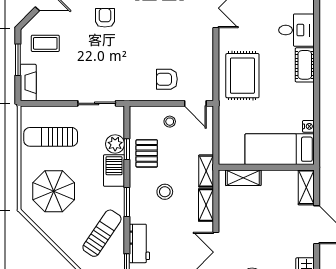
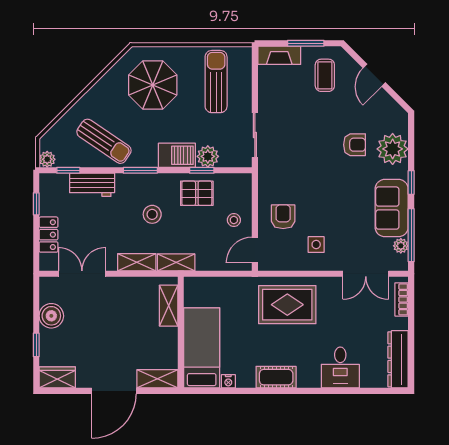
side table: (191, 51) -> (316, 245), added
cot: (305, 65) -> (276, 377), moved

